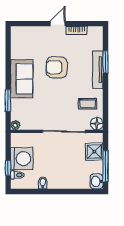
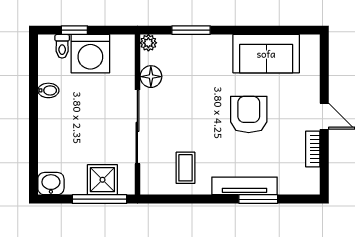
sofa: (22, 79) -> (266, 54), moved
floor lamp: (97, 124) -> (151, 77), moved
window: (105, 166) -> (100, 199), moved

